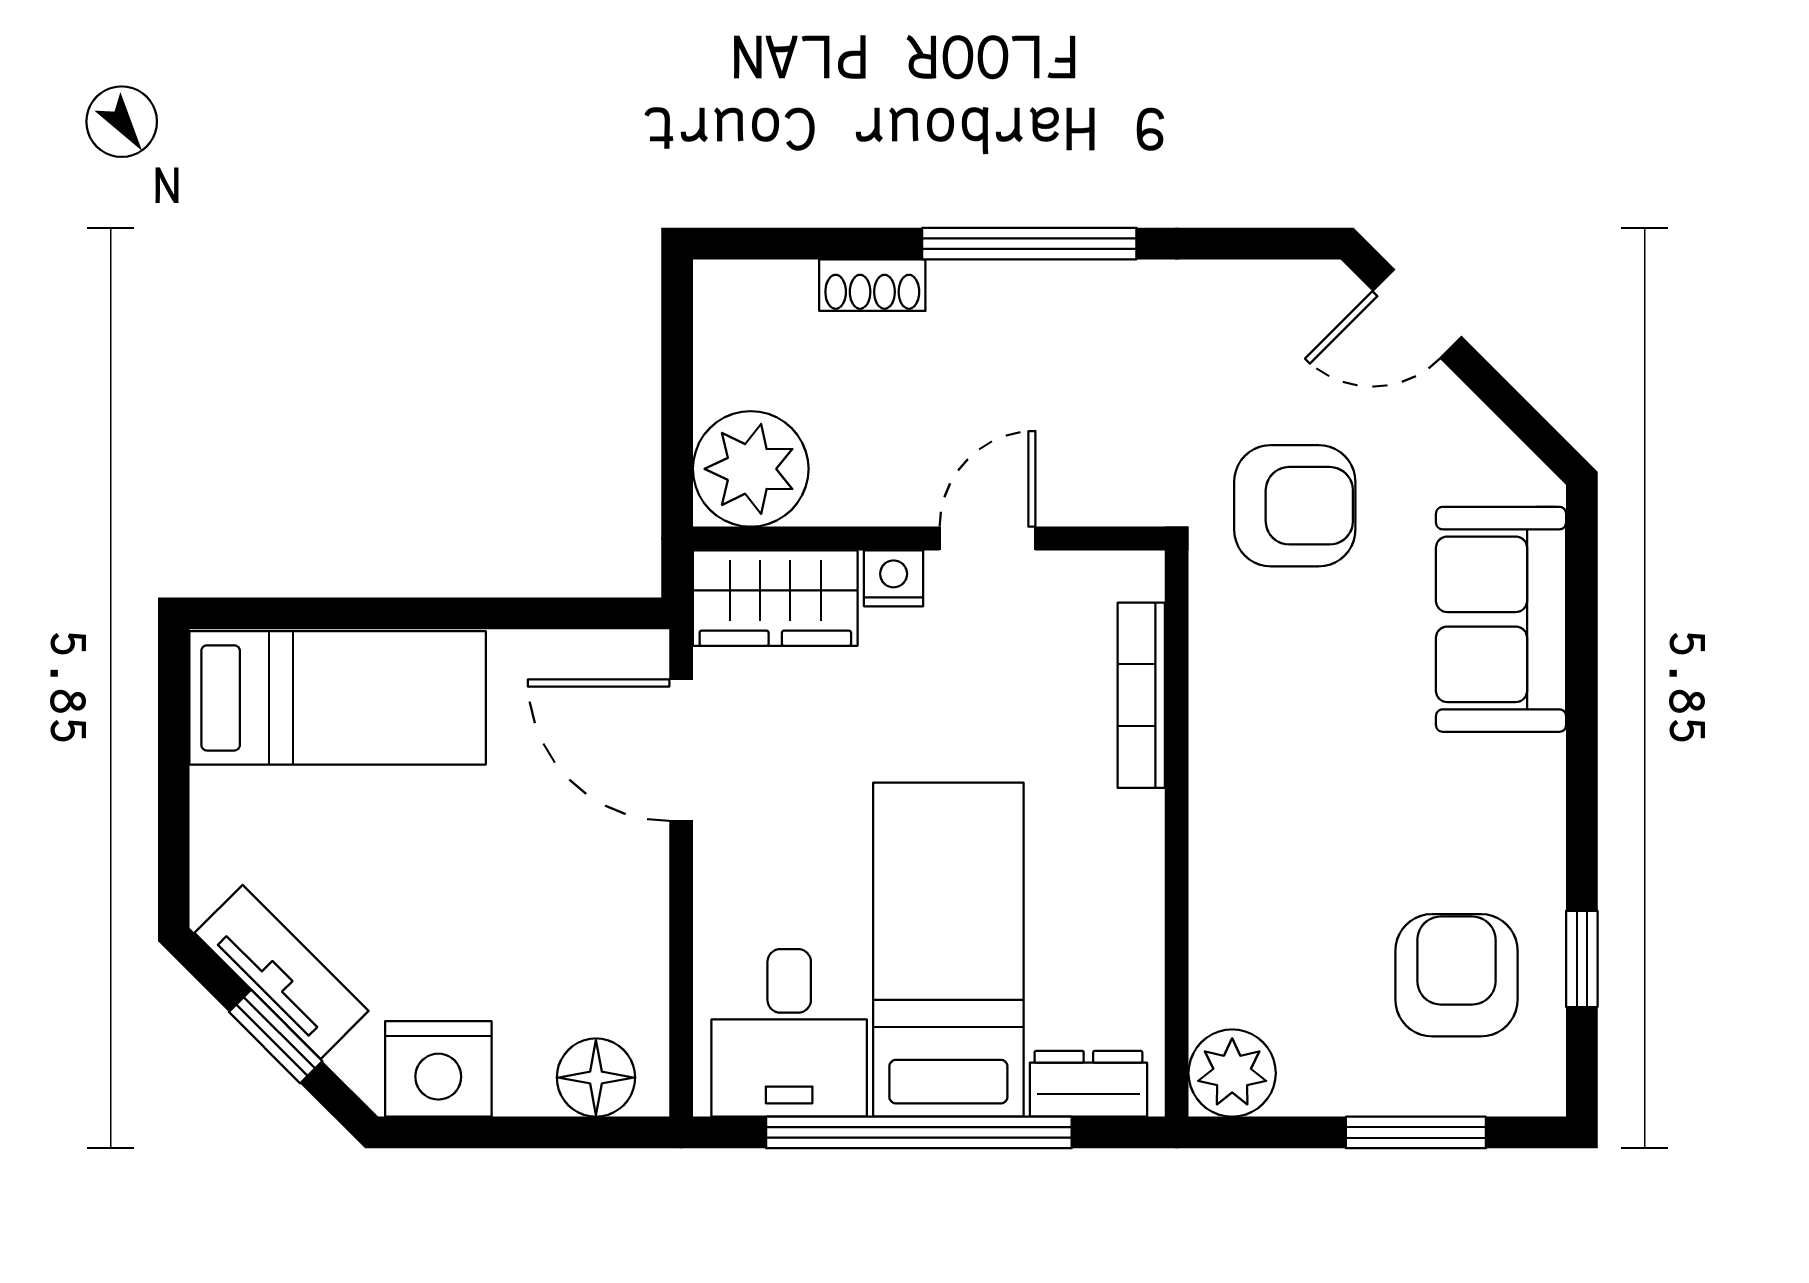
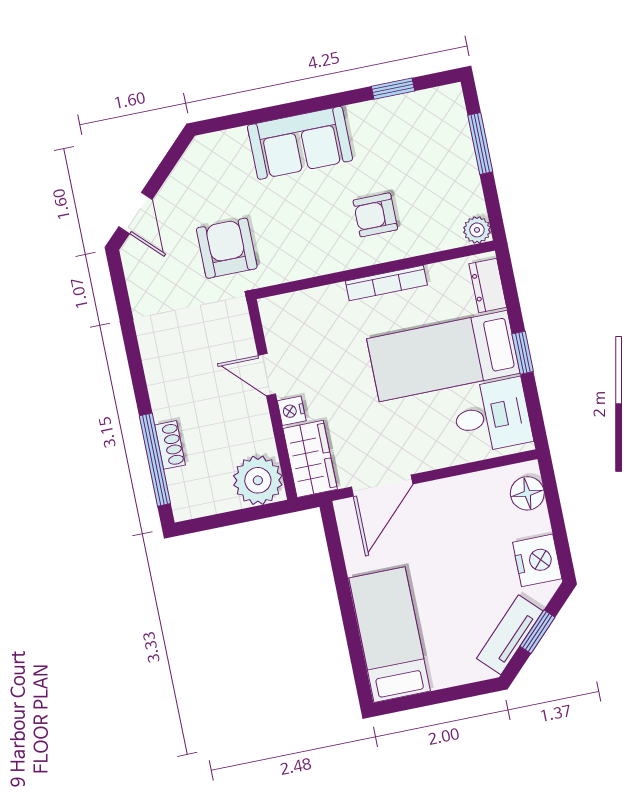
window: (1029, 244) -> (155, 460), moved
sofa: (1501, 619) -> (300, 143), moved
bookcase: (1141, 695) -> (386, 283), moved
armchair: (1456, 975) -> (375, 215), moved, width x0.72, depth x0.72
plant: (1232, 1073) -> (477, 230), width x0.73, depth x0.73
window: (919, 1132) -> (523, 353), width x0.32

